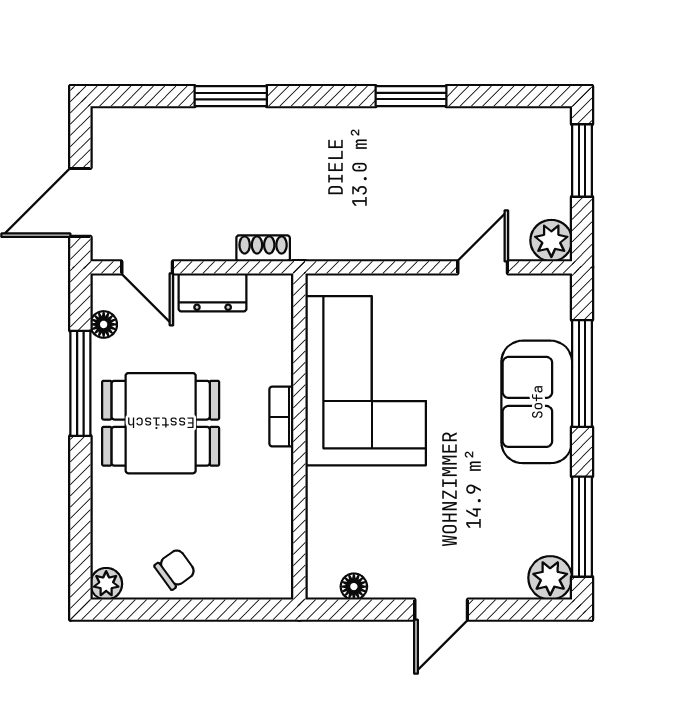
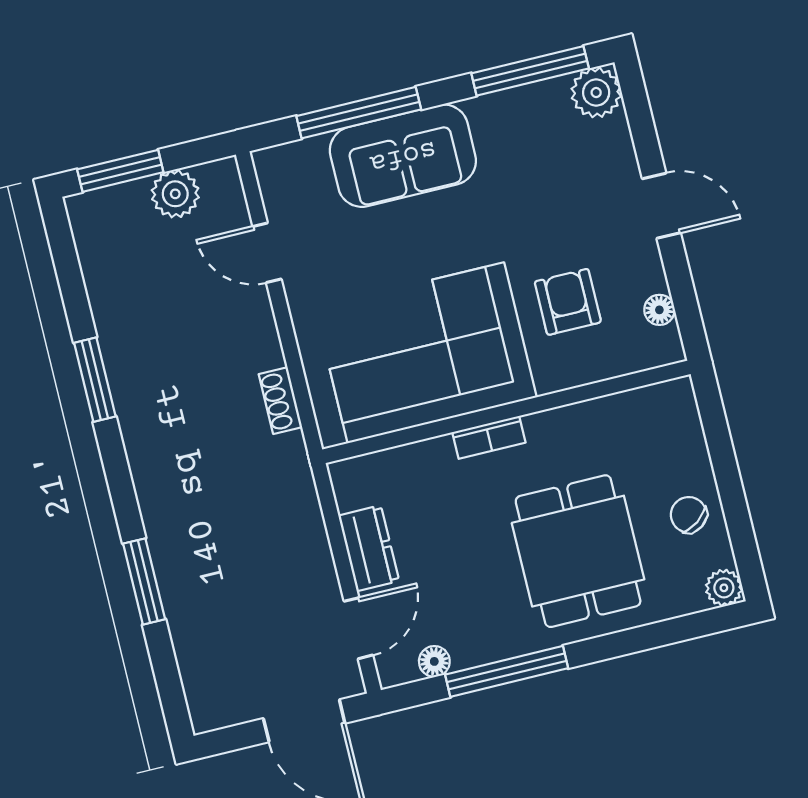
plant: (551, 241) -> (175, 194), moved
shoe rack: (263, 248) -> (280, 401), moved
dining table: (161, 423) -> (578, 551), moved
armchair: (379, 511) -> (568, 302), added

